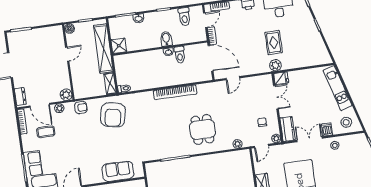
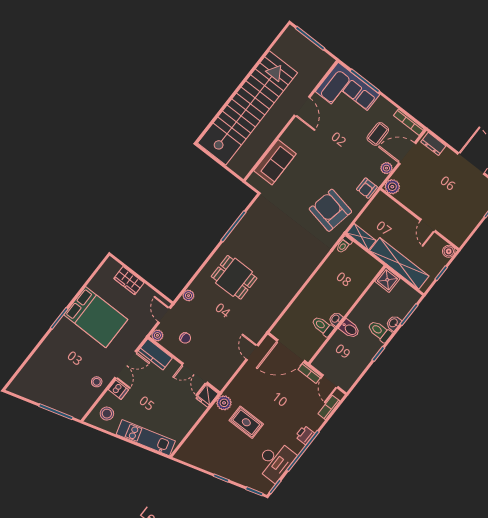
toilet: (184, 17) -> (380, 331), moved
bookcase: (175, 92) -> (293, 287), removed

